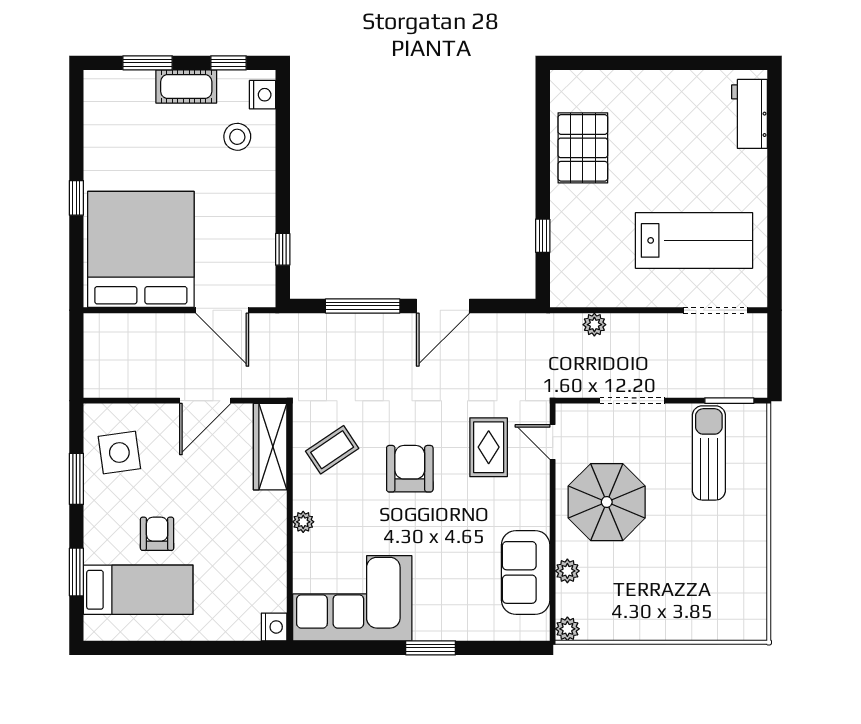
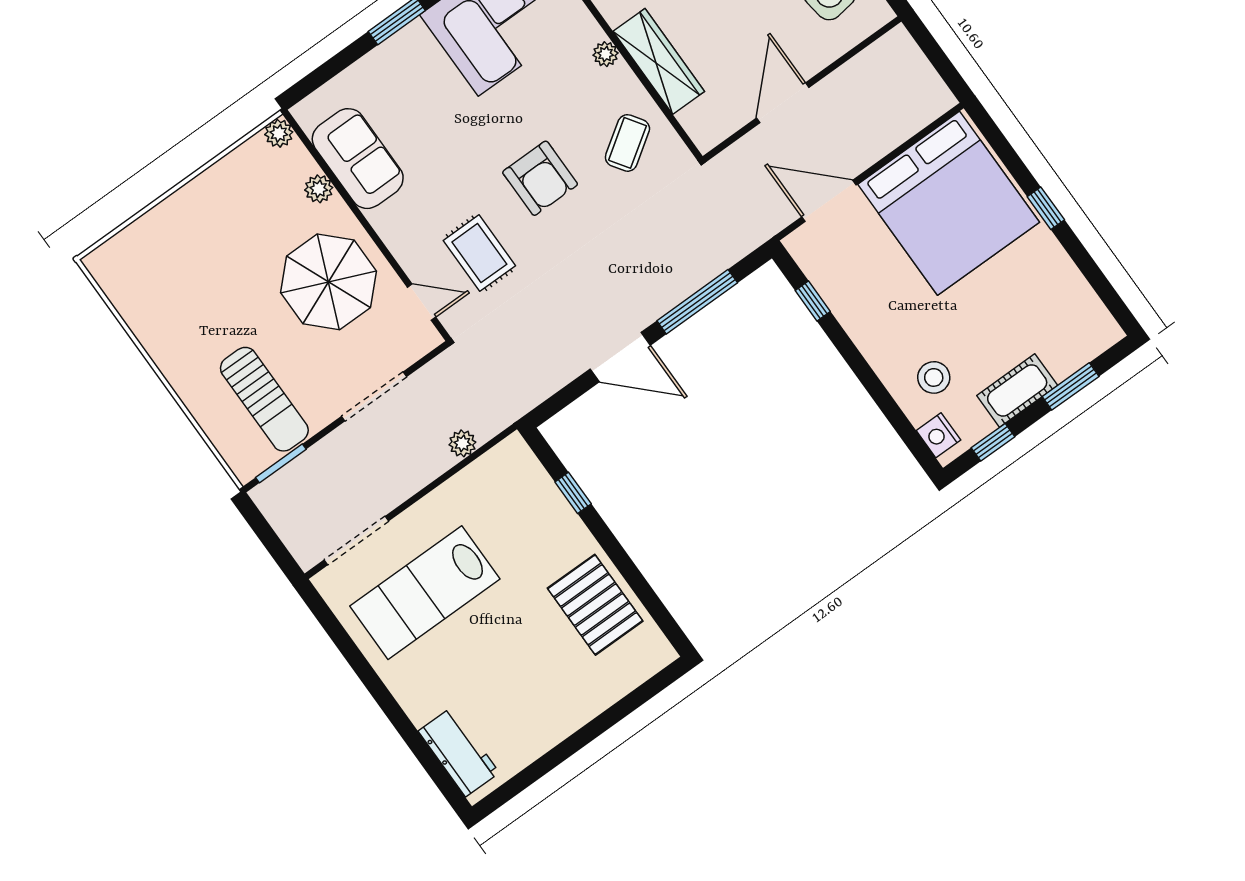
door: (443, 306) -> (620, 357), swing flipped
wardrobe: (270, 447) -> (659, 61), moved

